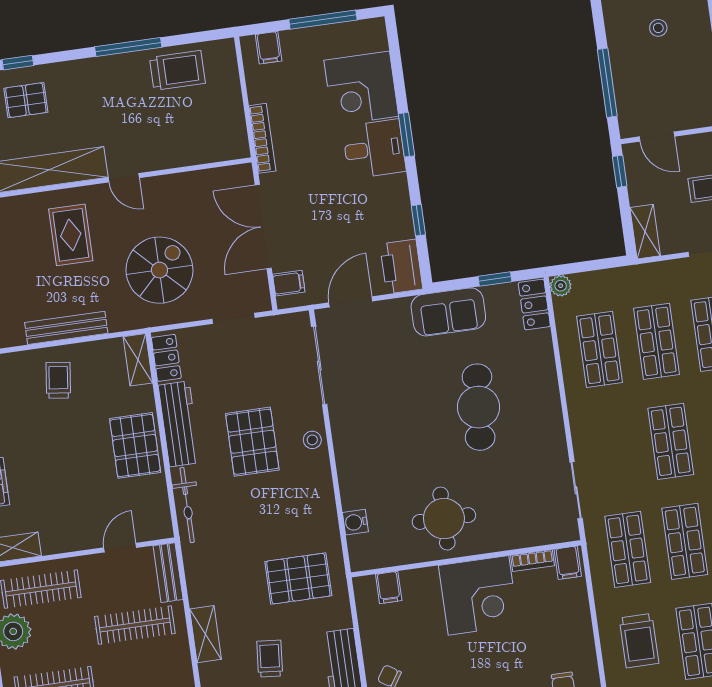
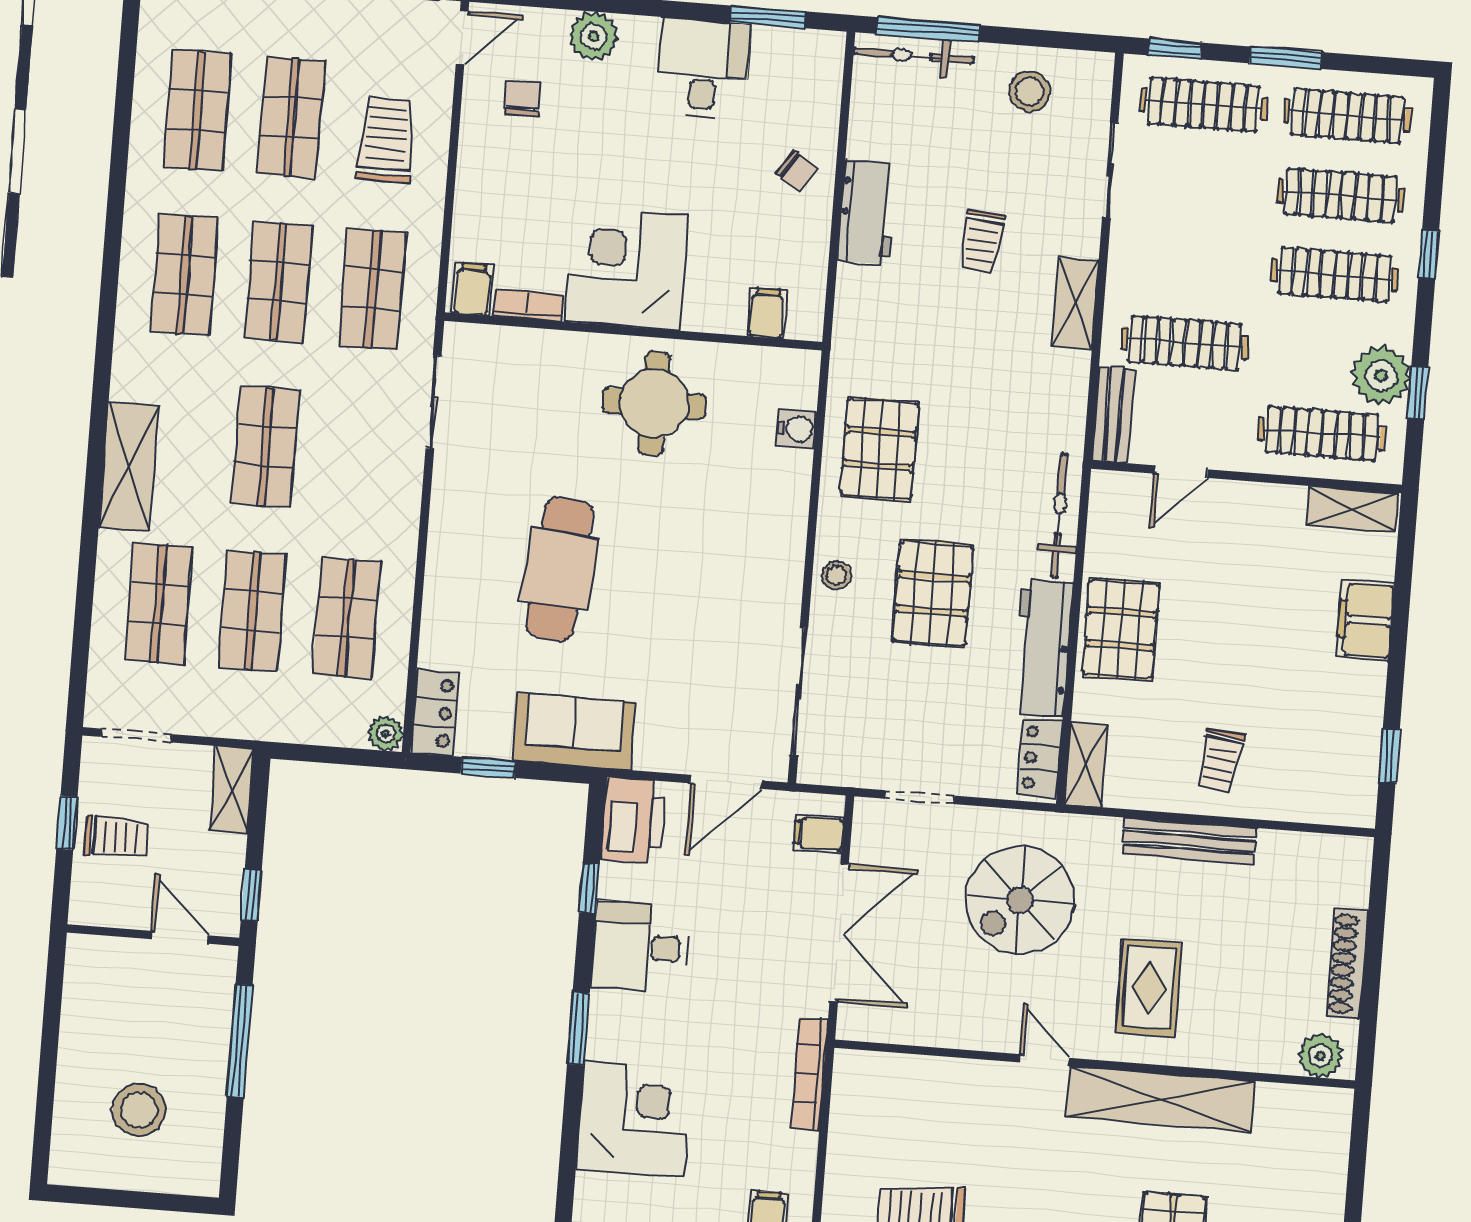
stool: (658, 28) -> (139, 1110), width x1.89, depth x1.89
desk: (374, 149) -> (640, 947), moved
pallet: (298, 579) -> (879, 449), moved, turned 90

